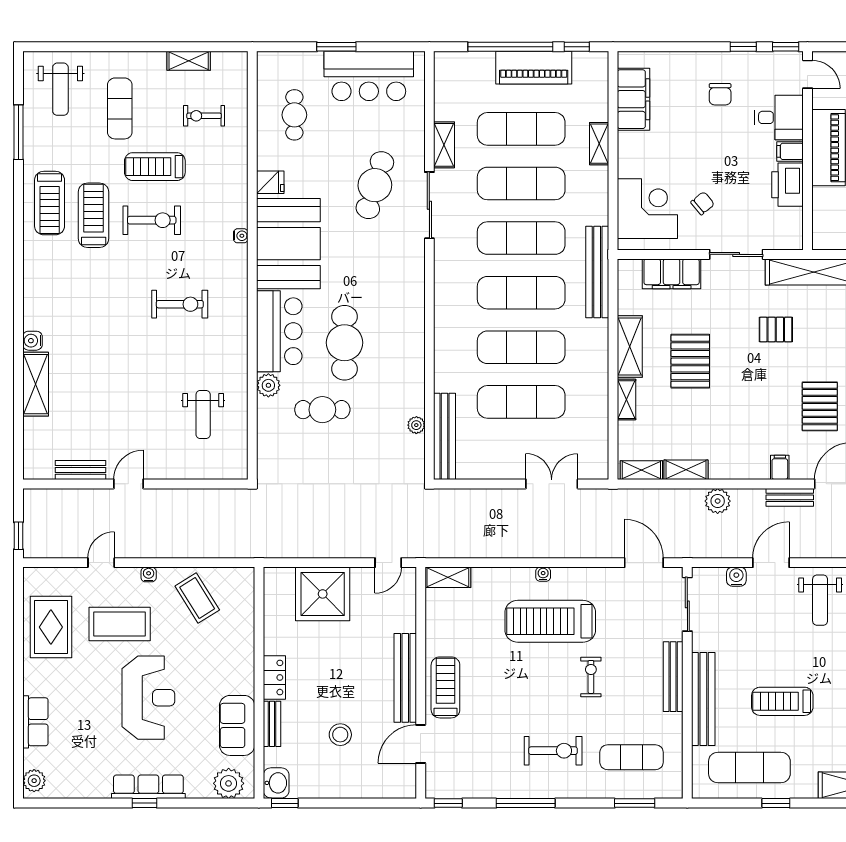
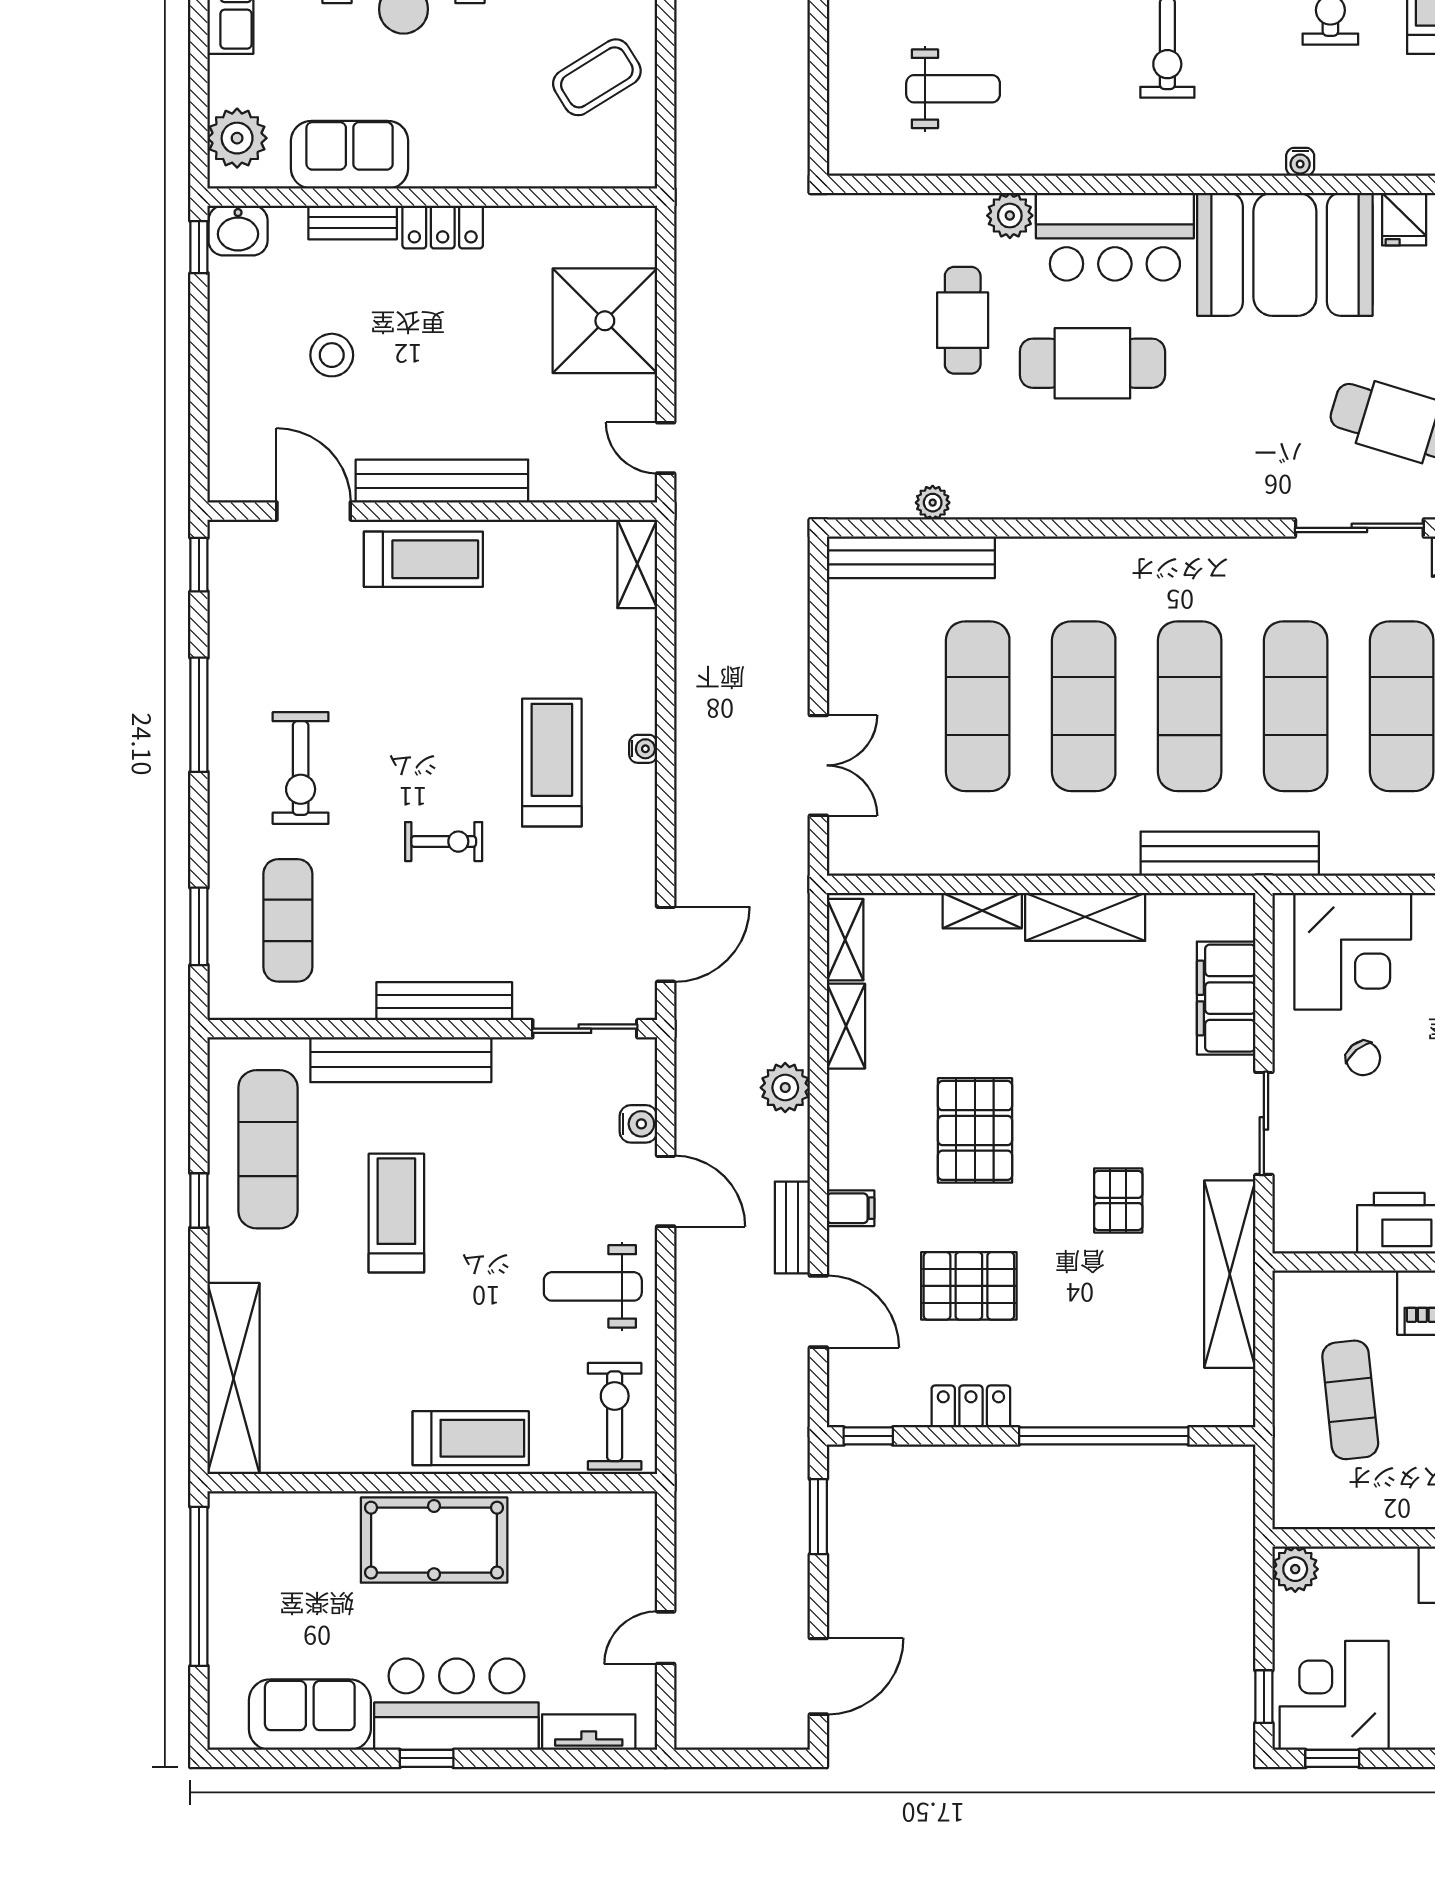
pallet: (690, 361) -> (975, 1130), moved, turned 90
weight bench: (203, 415) -> (953, 89), turned 180
treadmill: (550, 621) -> (552, 763), width x0.73, depth x0.73

